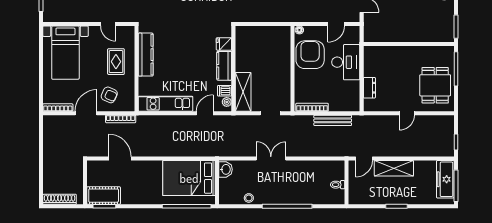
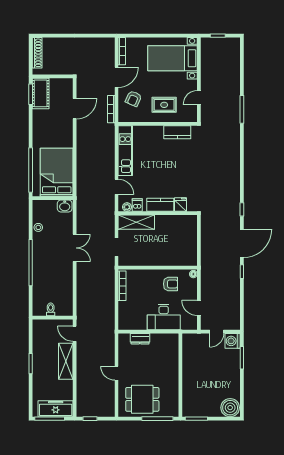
kitchen counter: (146, 55) -> (177, 132), width x0.67
armchair: (310, 55) -> (171, 284), width x0.53, depth x0.53
door: (86, 113) -> (117, 77), hinge flipped
bench: (333, 120) -> (110, 305), removed

